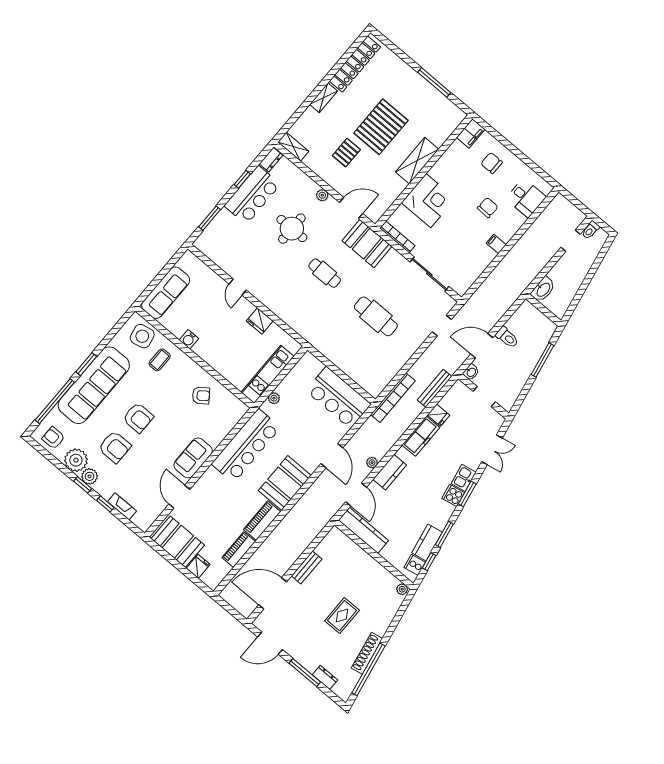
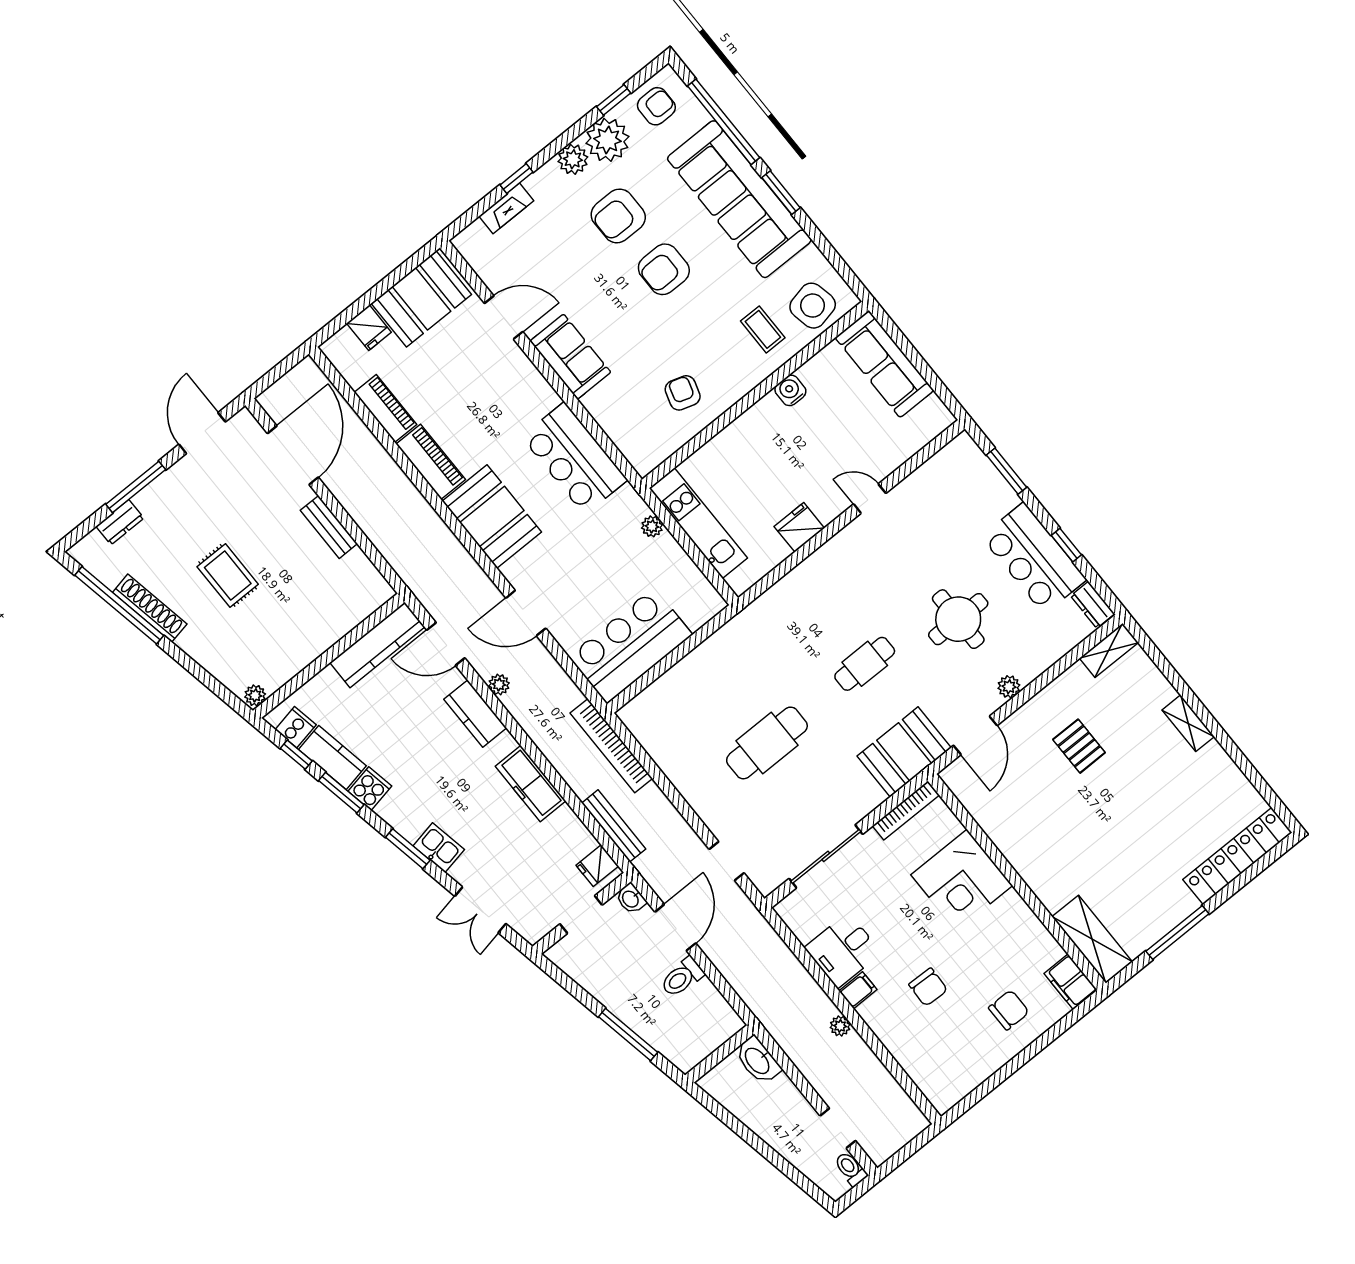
locker: (355, 64) -> (1237, 856), moved, turned 90
pallet: (381, 127) -> (1114, 819), removed
shelving: (417, 161) -> (1092, 939), moved
desk: (526, 198) -> (843, 950), moved
plant: (517, 250) -> (840, 1026), added
armchair: (201, 396) -> (683, 393), turned 143
fridge: (438, 415) -> (597, 866), moved
bar counter: (246, 446) -> (574, 458), width x0.73
window: (83, 485) -> (614, 100), moved
cooker: (453, 495) -> (370, 789), moved

